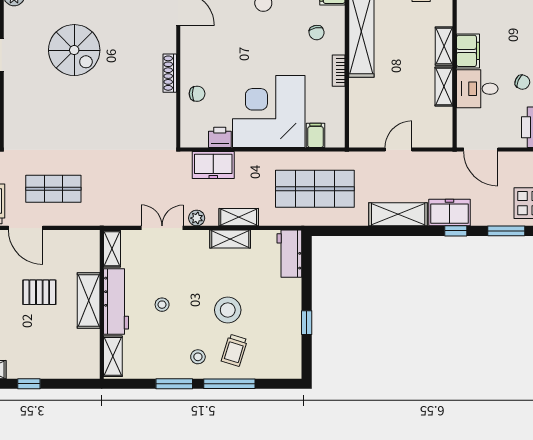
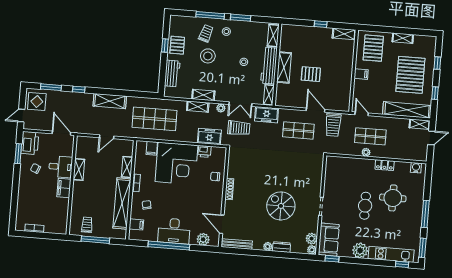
shelving: (444, 46) -> (127, 167), moved
trolley: (161, 185) -> (239, 128), added
freezer: (449, 213) -> (267, 115), moved
workbench: (289, 254) -> (172, 73), moved
pallet: (285, 325) -> (177, 45), added

